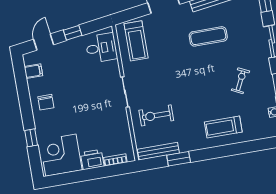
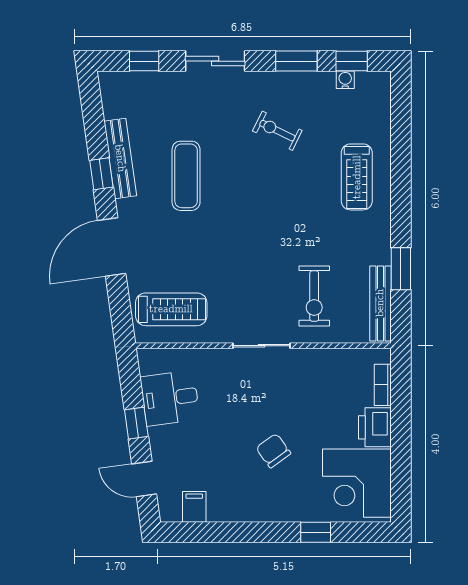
desk: (101, 48) -> (170, 398), moved, turned -98
chair: (46, 102) -> (273, 451), moved, turned -126

